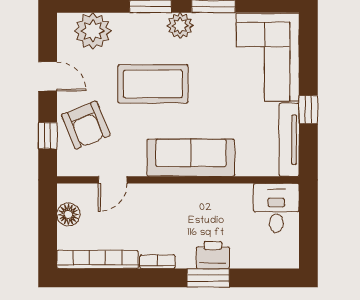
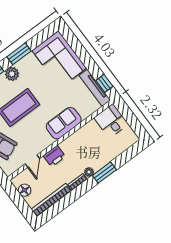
window: (308, 110) -> (104, 83), moved
sofa: (191, 158) -> (64, 123), width x0.73
printer: (213, 255) -> (54, 156), moved, turned 180
plant: (186, 260) -> (89, 172), added

